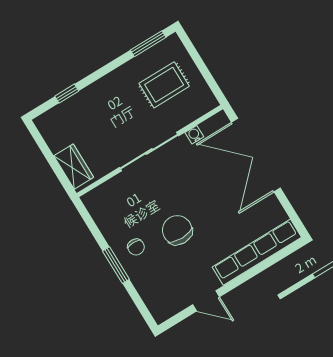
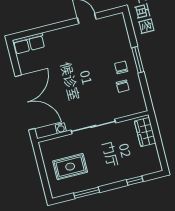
window: (148, 44) -> (87, 193), moved
chair: (177, 230) -> (123, 86), moved, width x0.54, depth x0.54
row of seats: (257, 252) -> (29, 43), width x0.50

